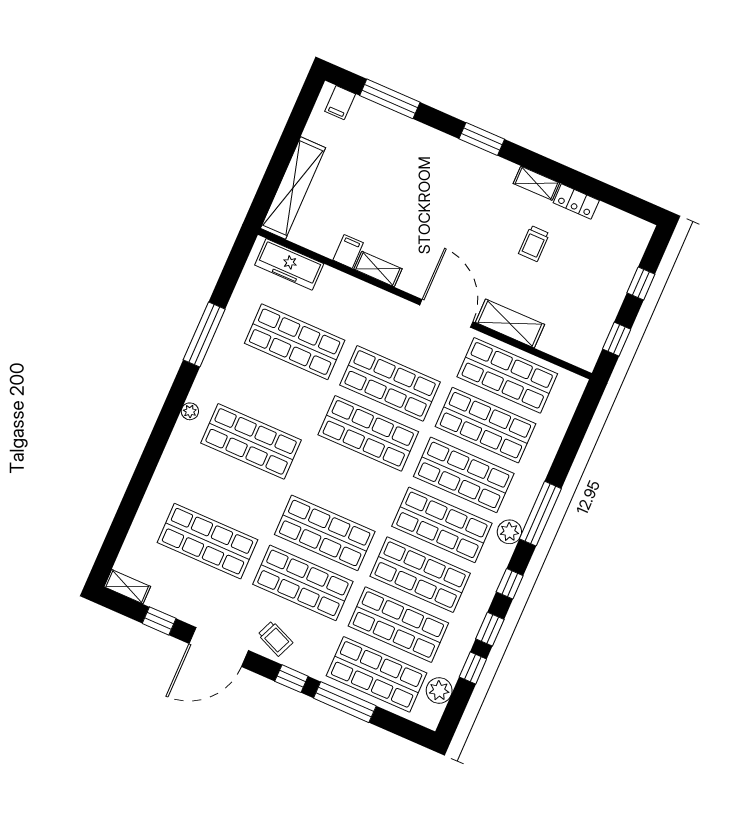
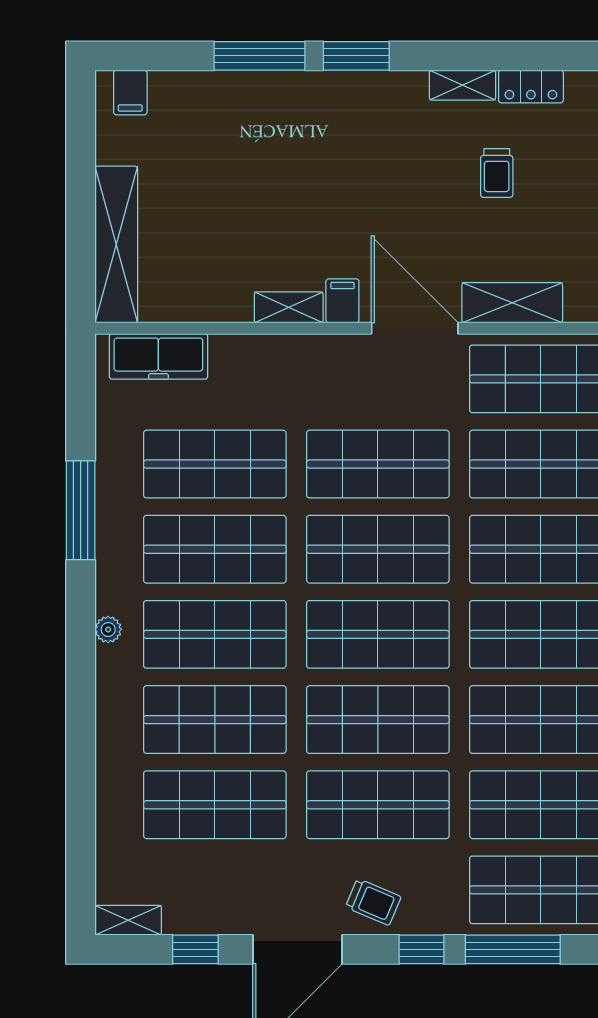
window: (390, 99) -> (259, 56), moved
filing cabinet: (348, 251) -> (342, 301), moved
shop shelf: (273, 392) -> (215, 549), added
shop shelf: (346, 483) -> (378, 634), added
shop shelf: (229, 491) -> (215, 720), added

